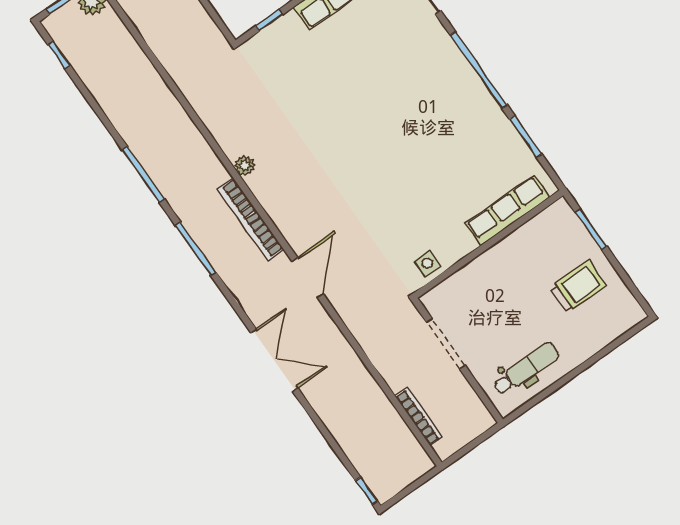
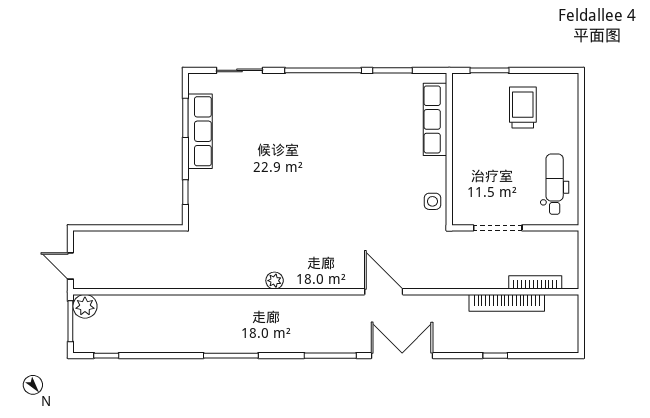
bookcase: (251, 219) -> (507, 303), moved
window: (196, 249) -> (330, 356), moved
double door: (274, 360) -> (402, 356), moved
window: (366, 491) -> (495, 356), moved

